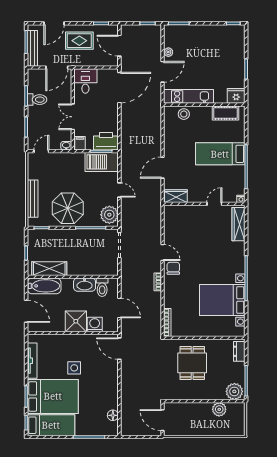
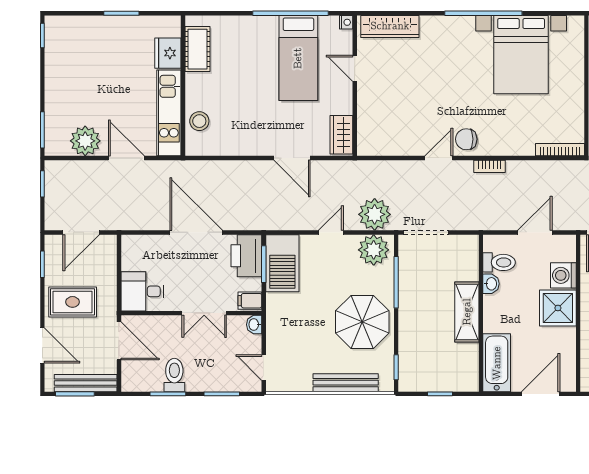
rug: (79, 41) -> (73, 302), turned 90
plant: (168, 52) -> (85, 141), width x1.87, depth x1.87
door: (119, 88) -> (196, 232), moved
fridge: (236, 96) -> (168, 53), moved
bed: (220, 154) -> (298, 58), moved
plant: (130, 215) -> (375, 214), added
shelving: (49, 269) -> (467, 312), moved
washbasin: (85, 285) -> (491, 284), width x0.52, depth x0.69

